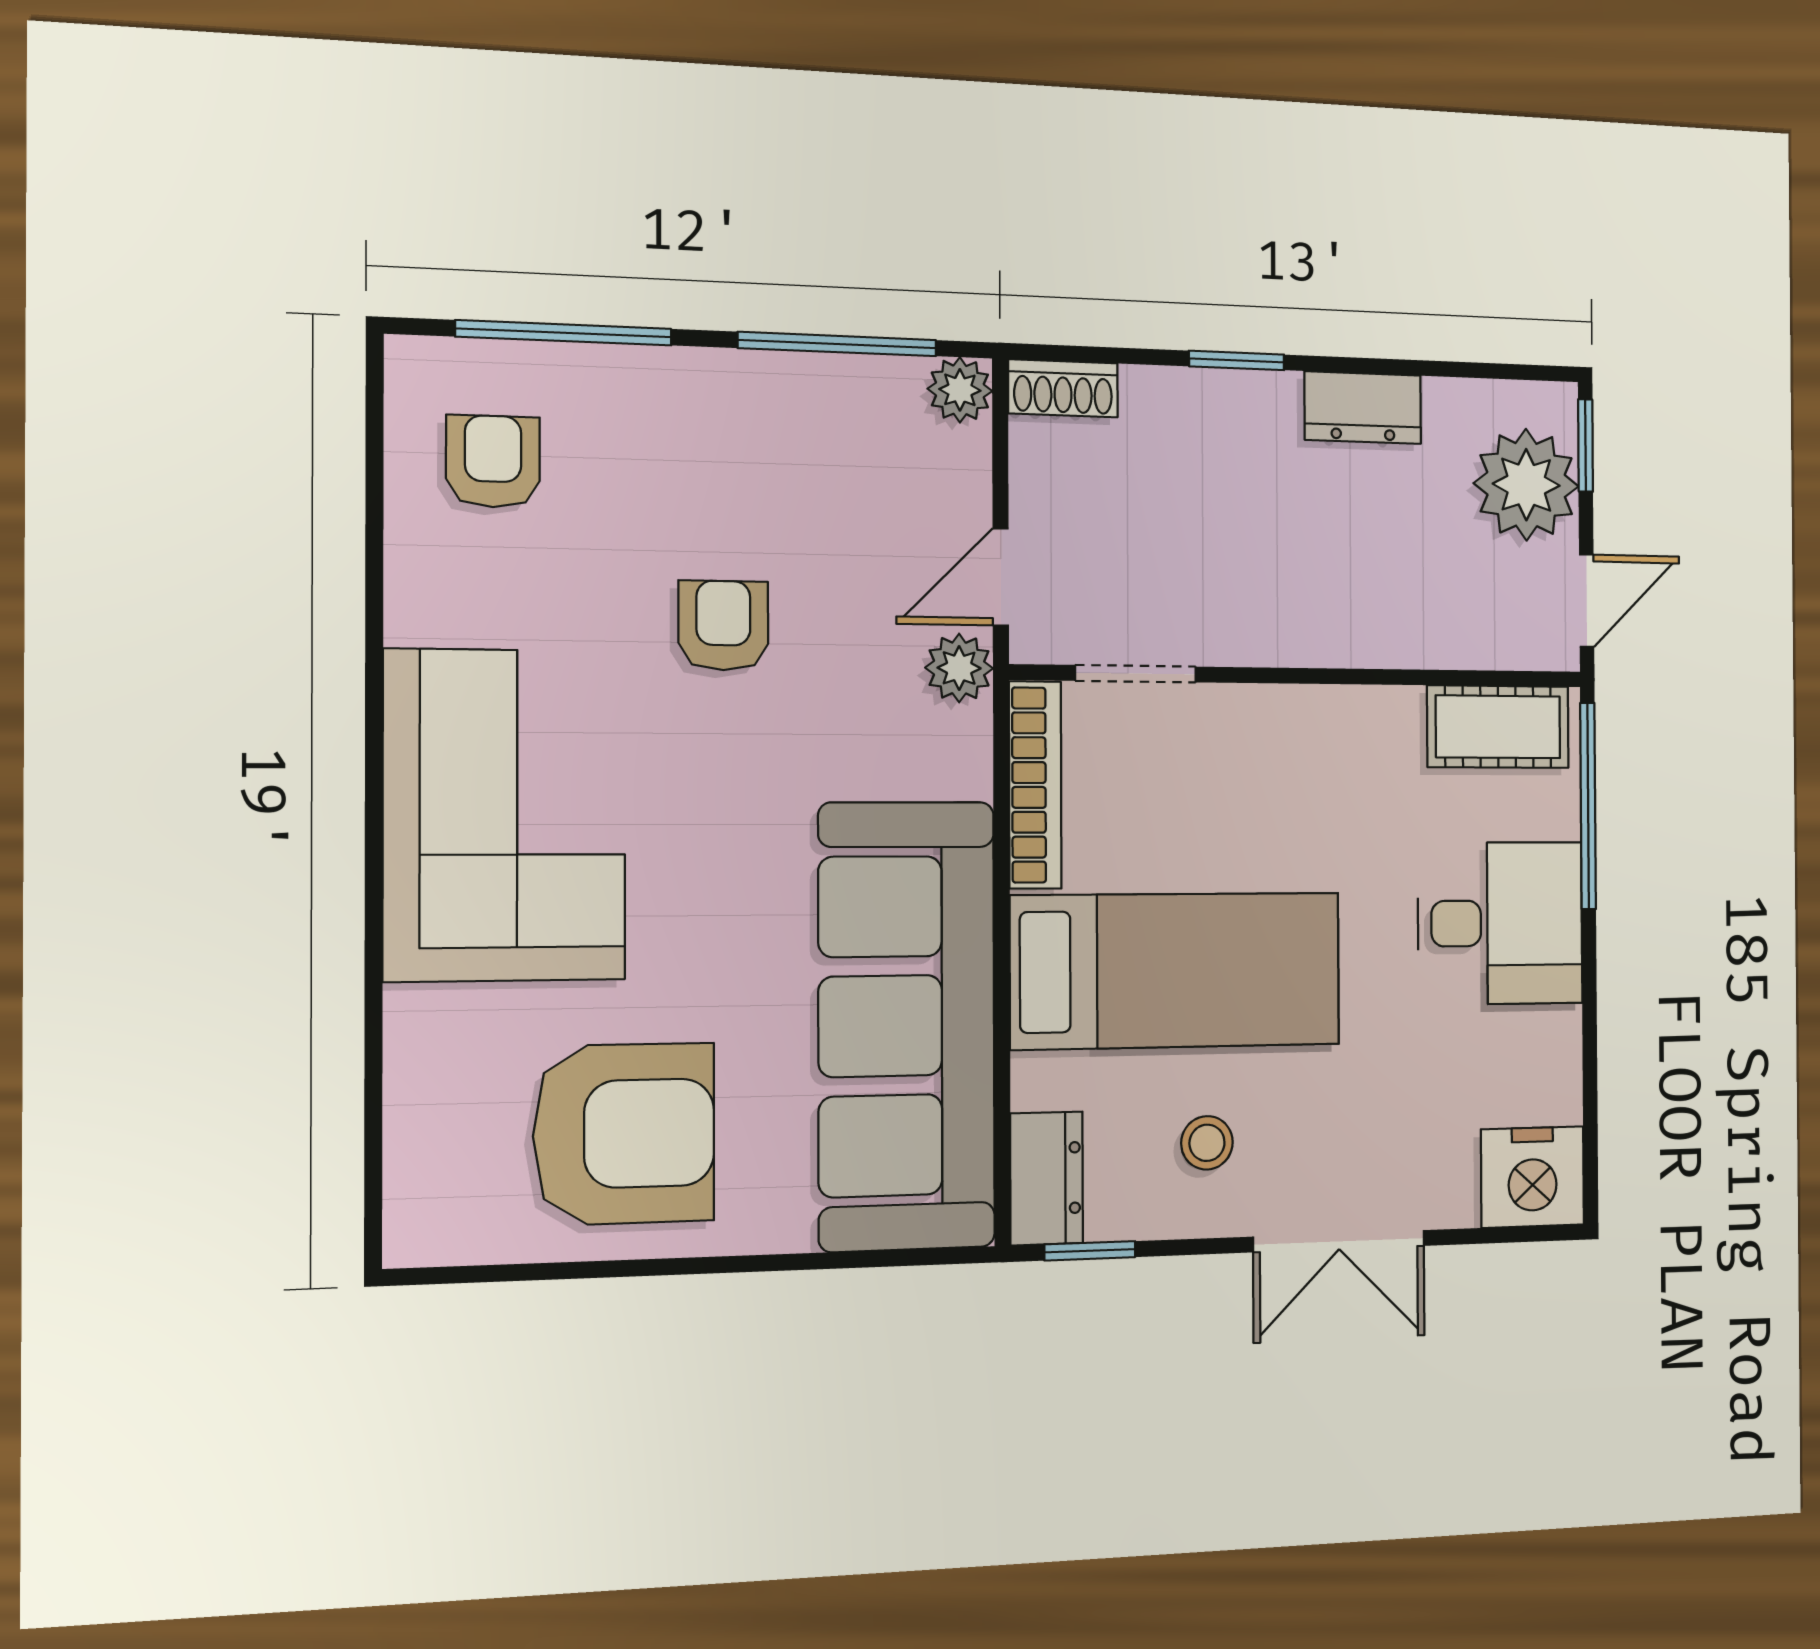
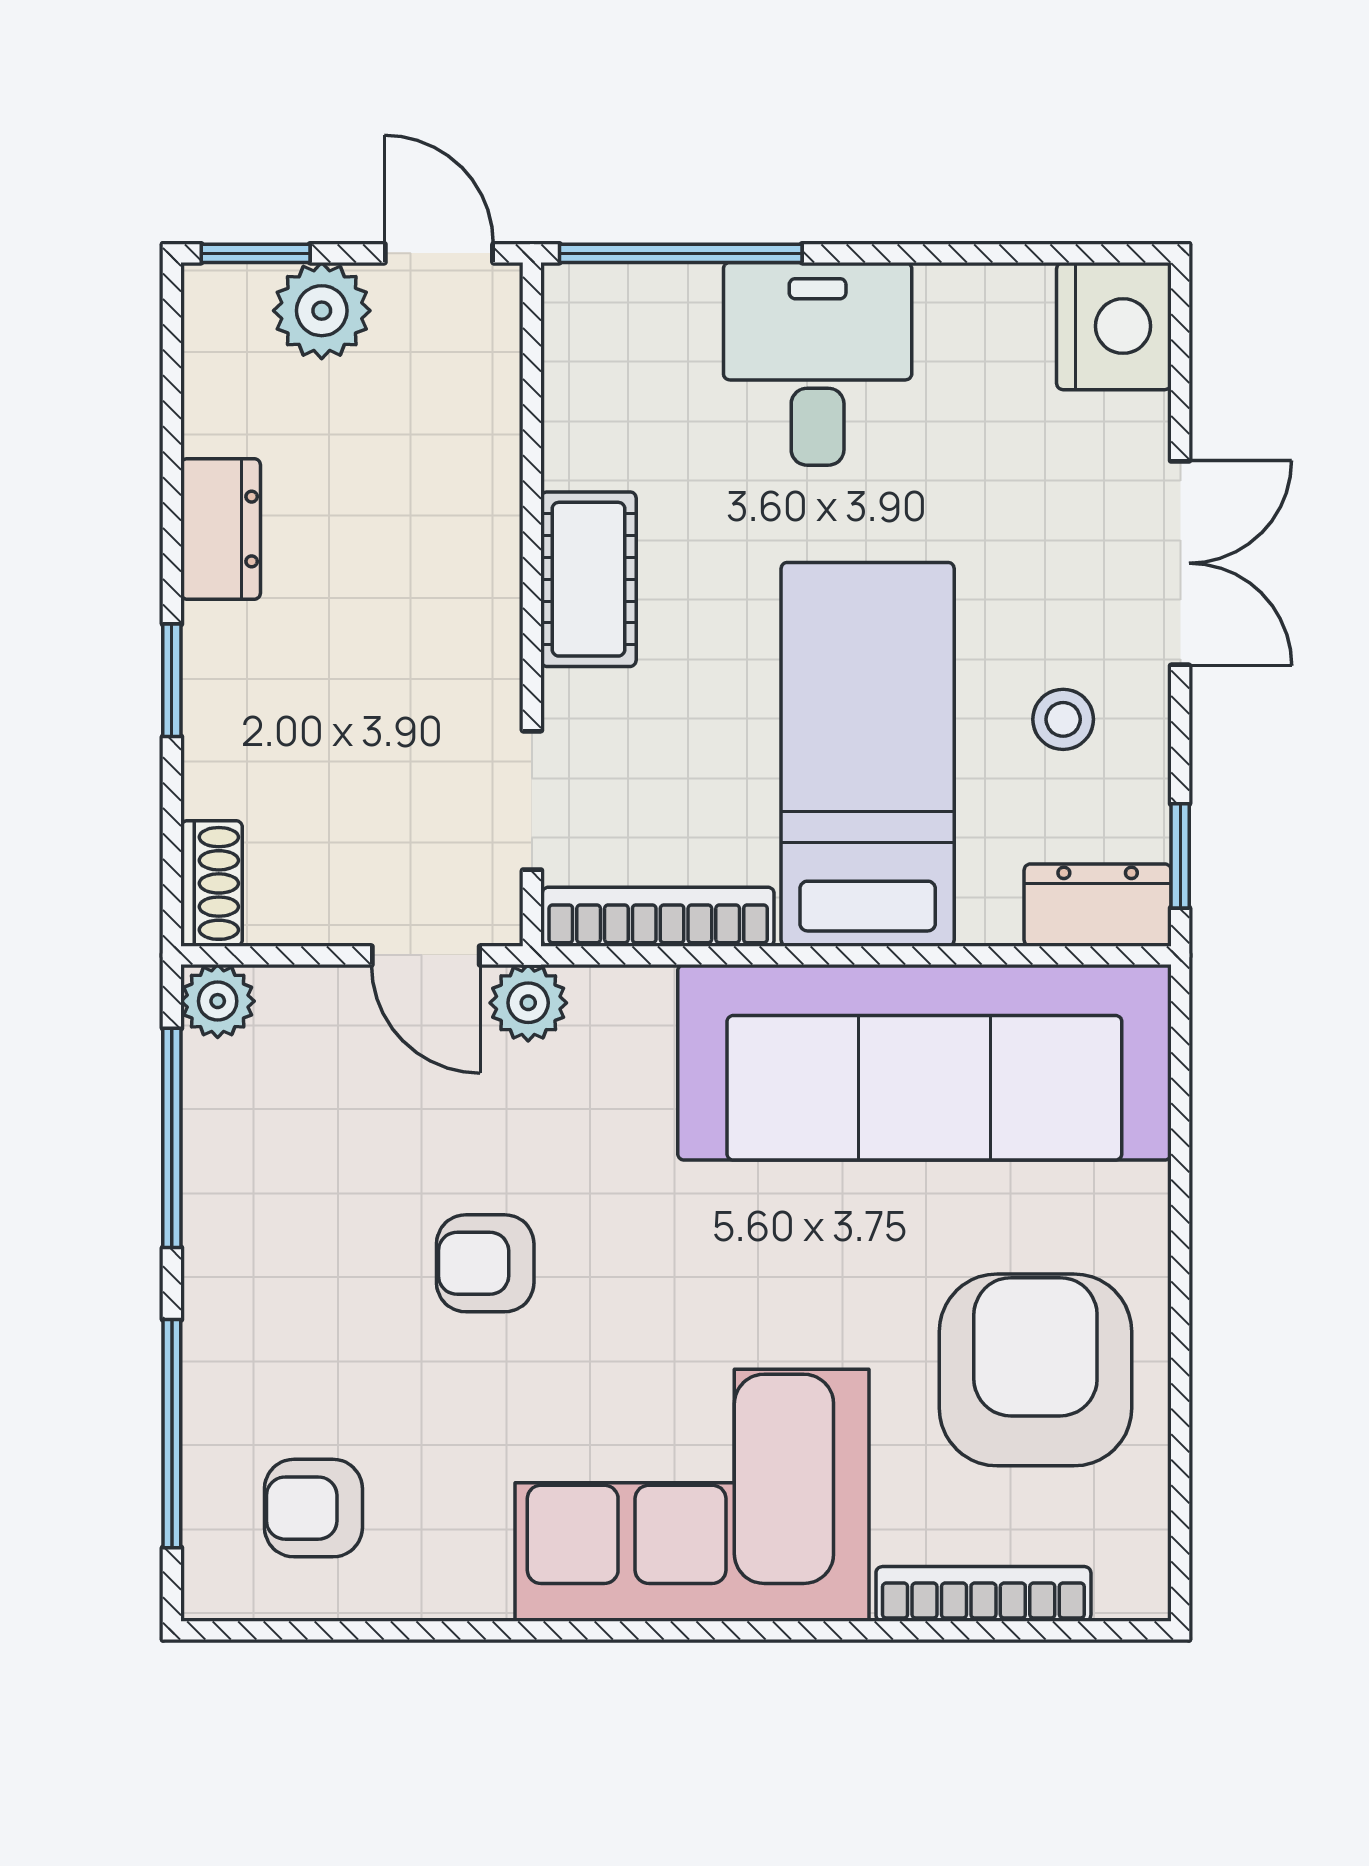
plant: (1526, 485) -> (322, 311), width x0.73, depth x0.73
cot: (1498, 727) -> (589, 579), moved
bookcase: (409, 1090) -> (983, 1594), added

